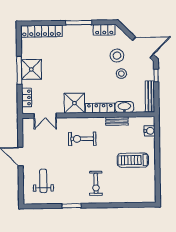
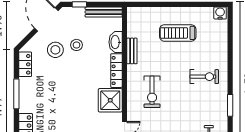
water cooler: (150, 131) -> (220, 13), moved
treadmill: (133, 160) -> (178, 33), turned 90

